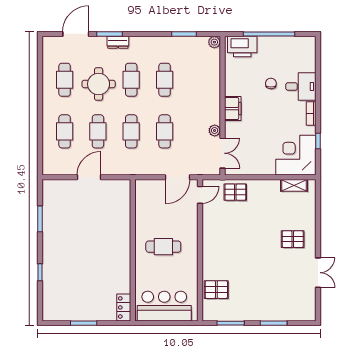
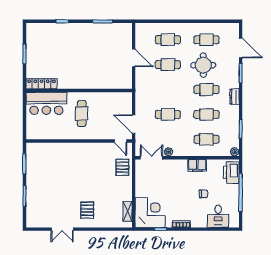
dresser: (118, 42) -> (235, 97), moved
desk: (301, 87) -> (218, 216), moved
filing cabinet: (233, 109) -> (197, 165), moved
cafe table: (131, 131) -> (206, 139), moved
double door: (222, 153) -> (151, 158), swing flipped
pallet: (216, 290) -> (50, 153), removed
bar counter: (164, 306) -> (46, 103), moved, turned 90
locker: (124, 307) -> (41, 84), width x1.53

